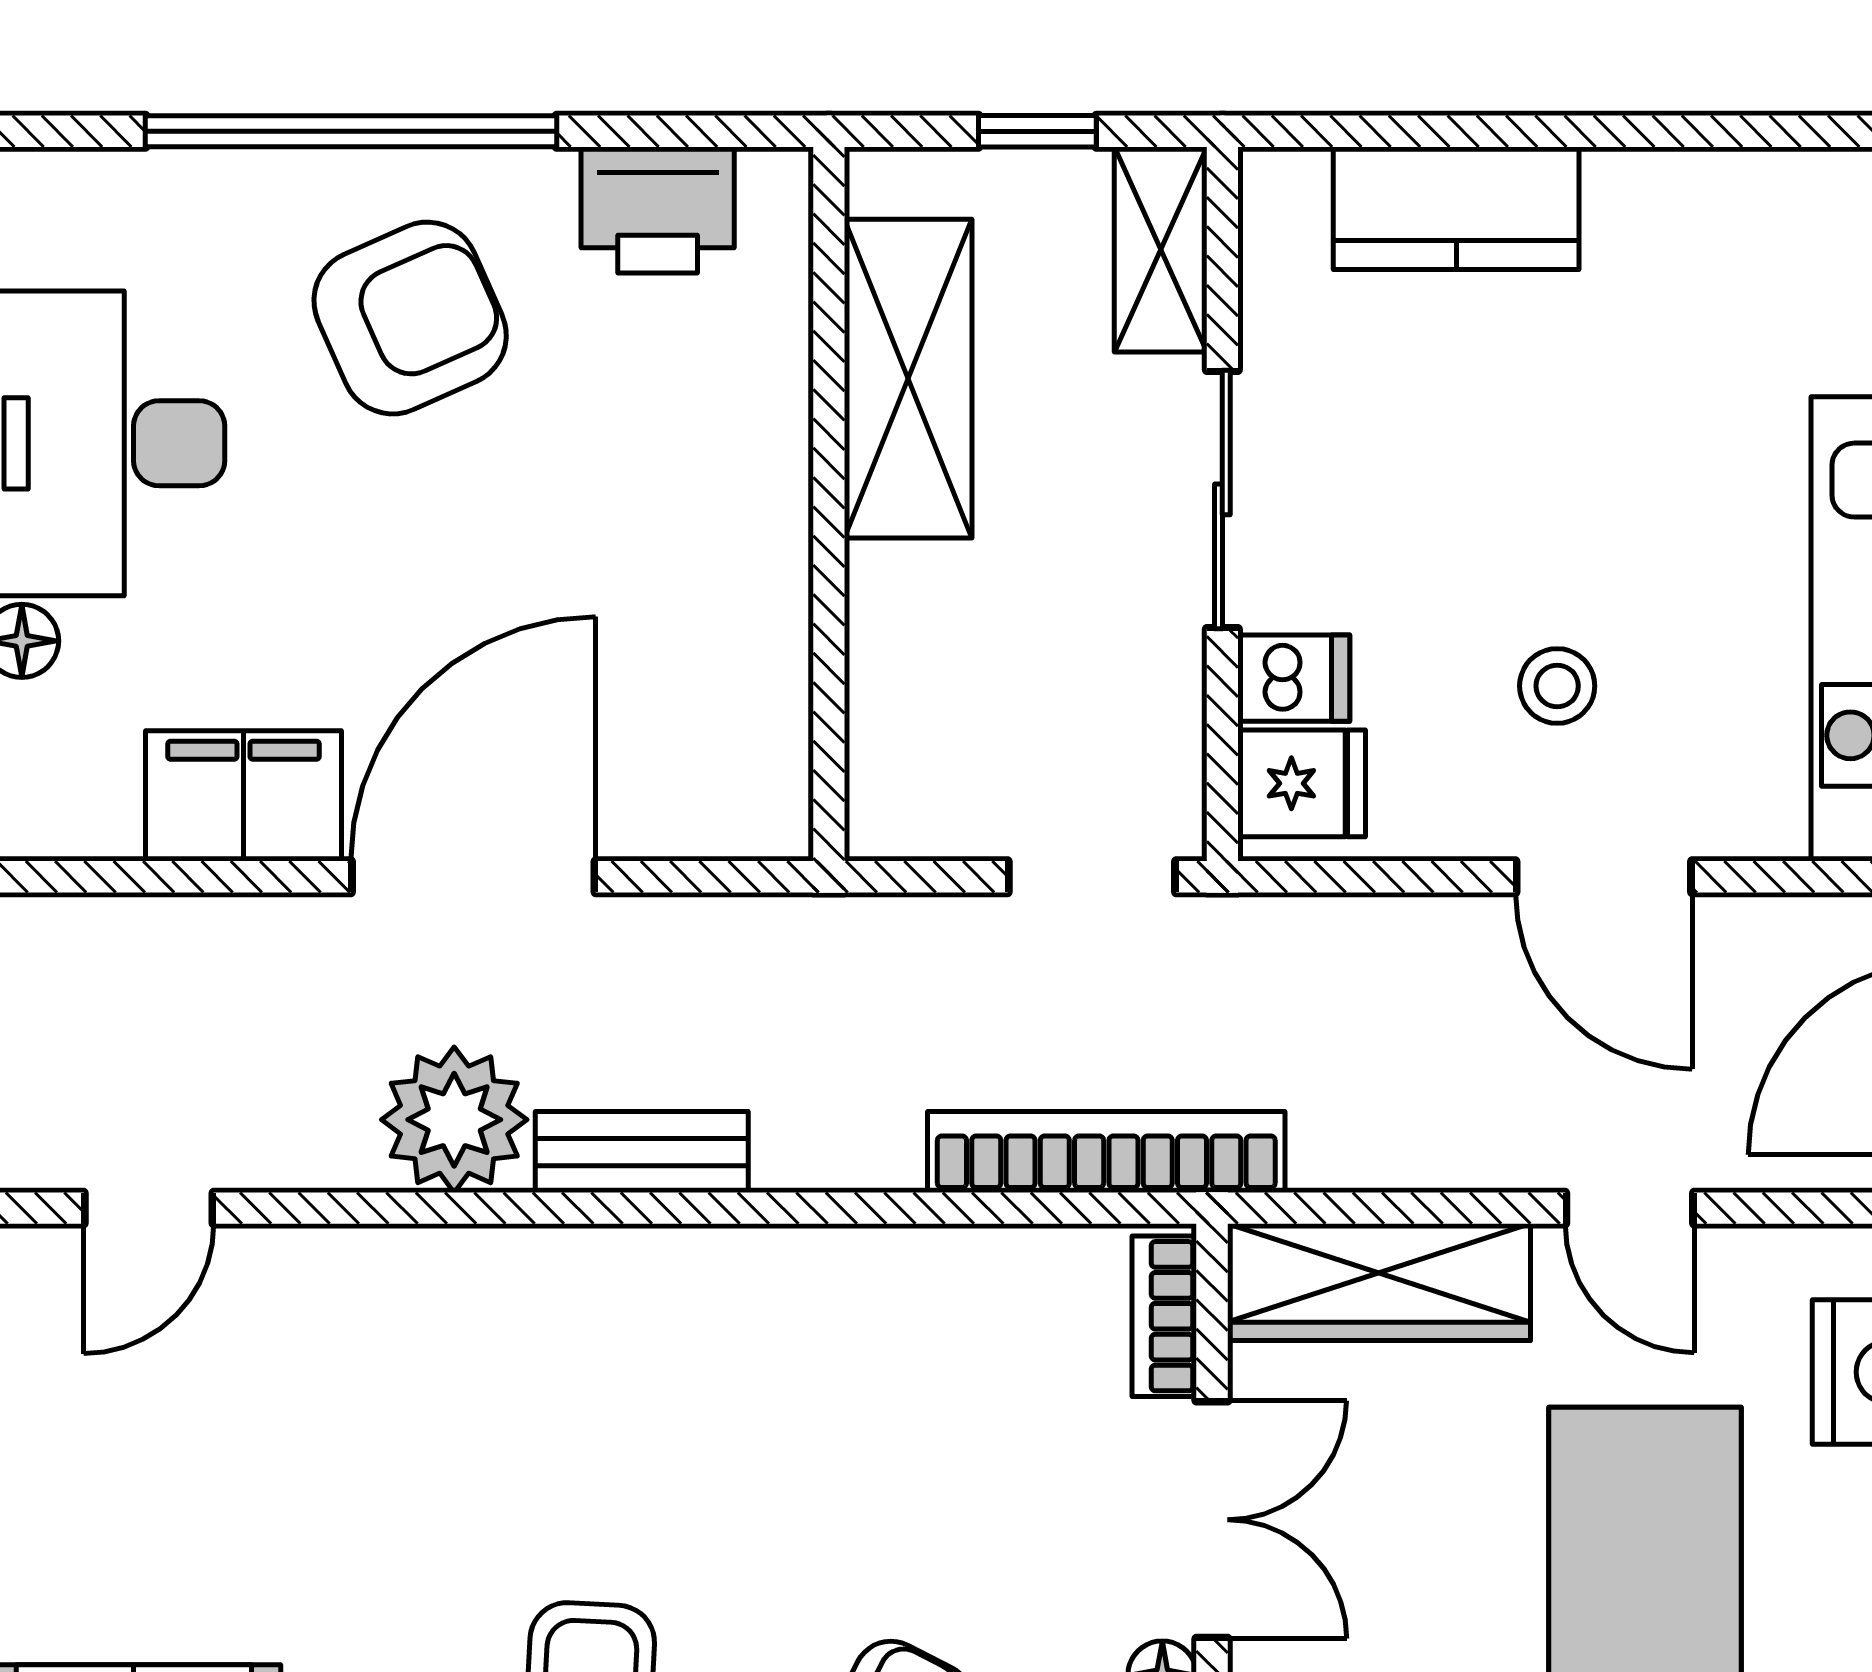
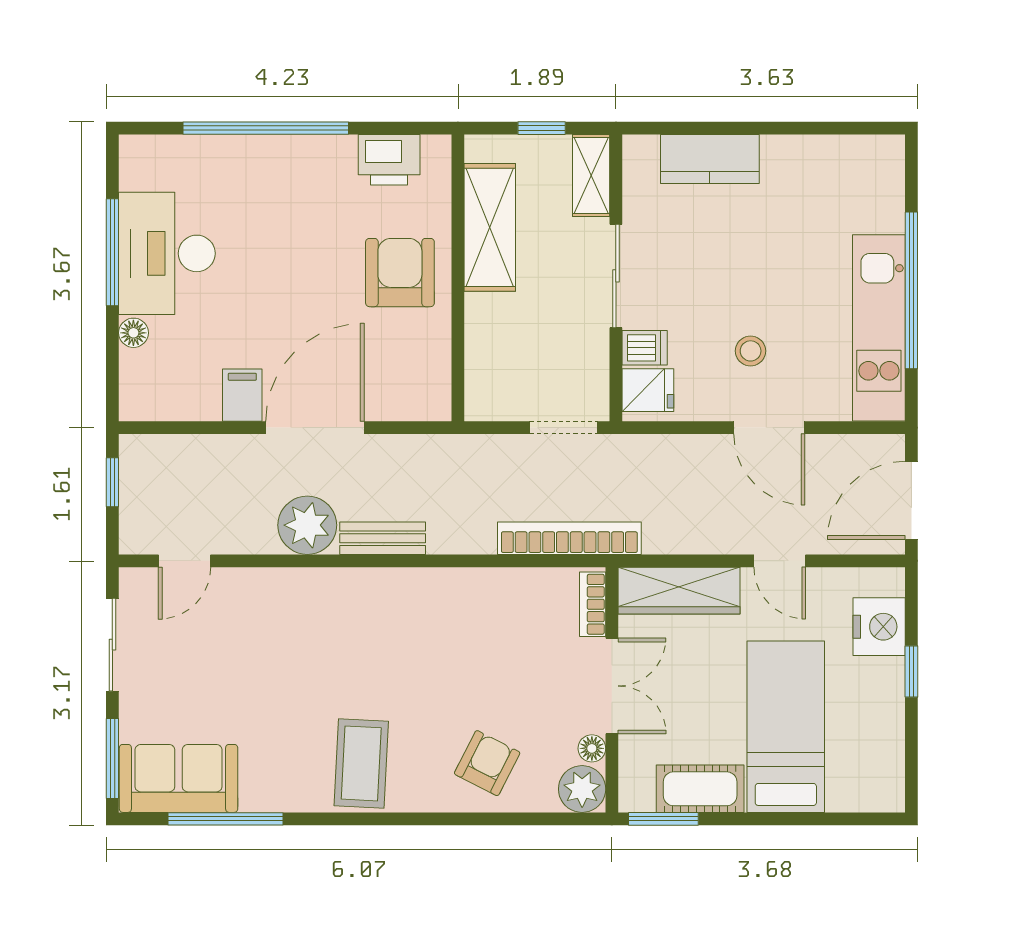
armchair: (410, 318) -> (400, 273), moved, turned -66
filing cabinet: (243, 796) -> (242, 395), width x0.50

